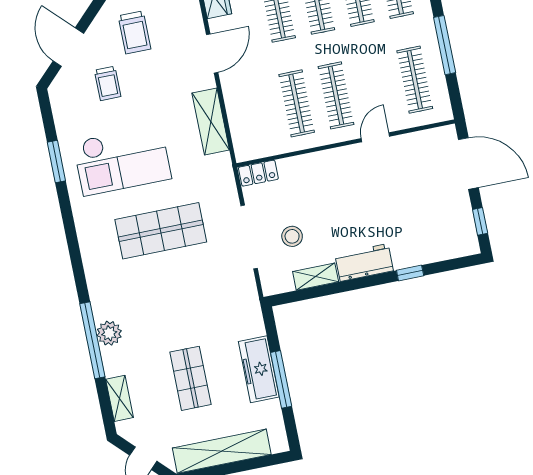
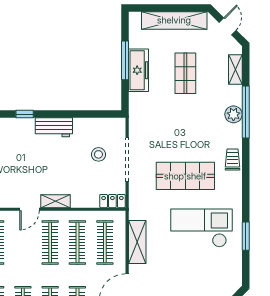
trolley: (108, 83) -> (233, 160), moved
clothes rail: (257, 111) -> (105, 243), added
shelving: (316, 277) -> (55, 201), moved

